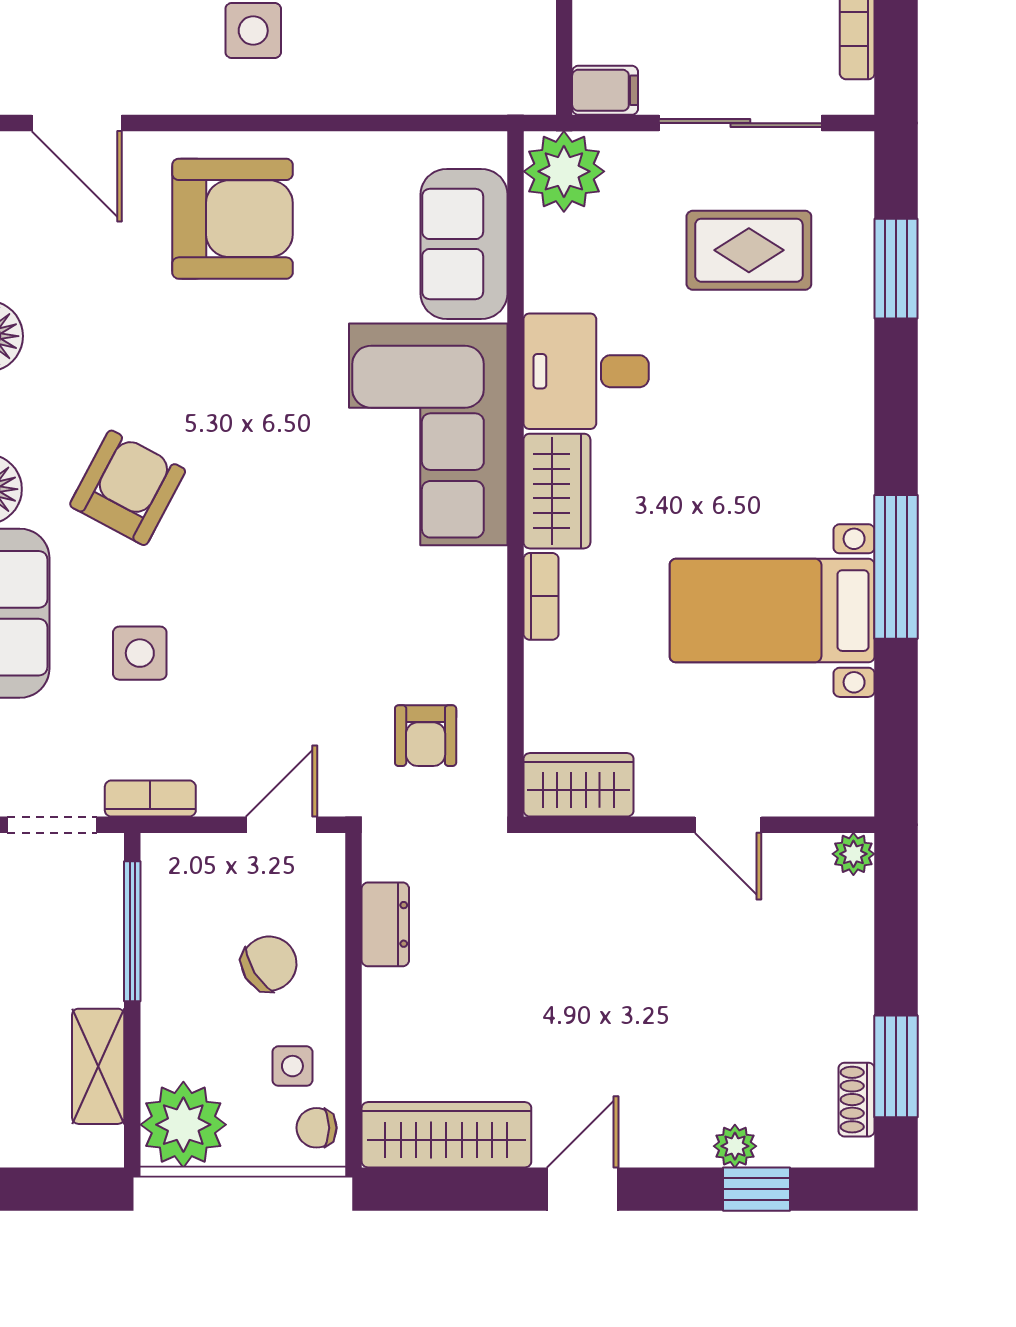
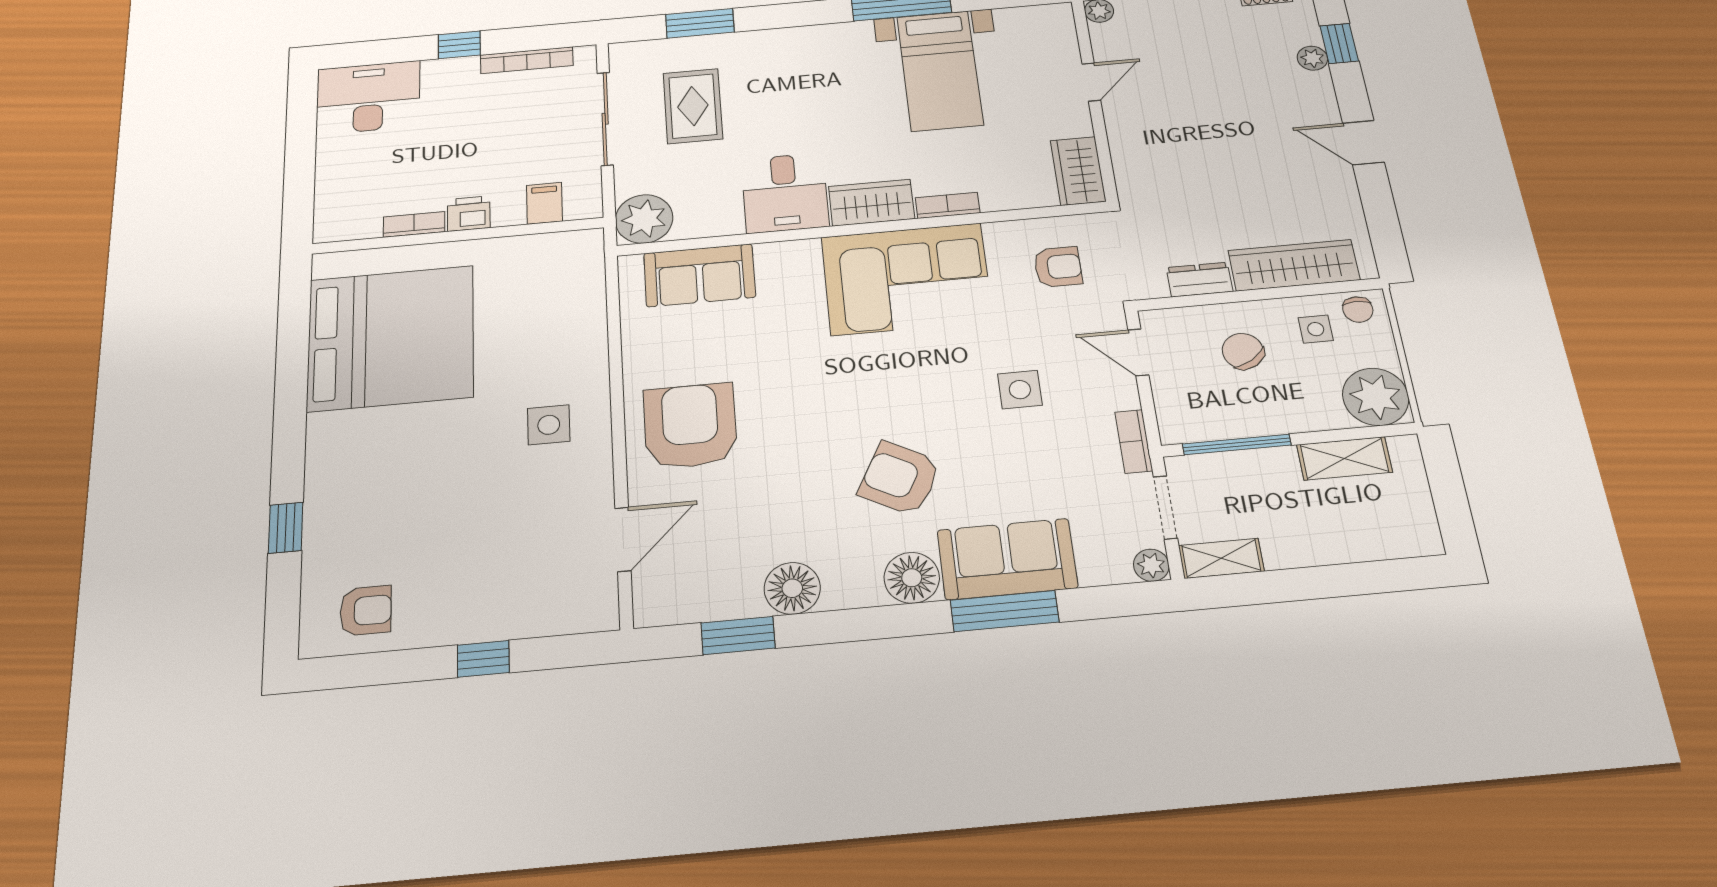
filing cabinet: (605, 90) -> (544, 203), moved
corner sofa: (428, 434) -> (907, 279), moved
side table: (140, 653) -> (1020, 390), moved
wardrobe: (446, 1135) -> (1294, 265), moved, turned 90

